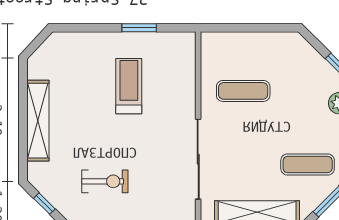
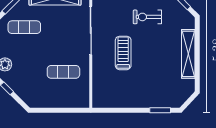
window: (139, 28) -> (160, 110), moved
treadmill: (129, 86) -> (123, 53), moved, turned 180

